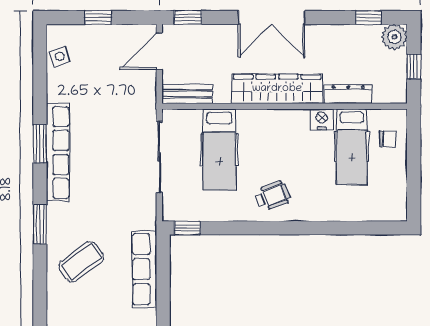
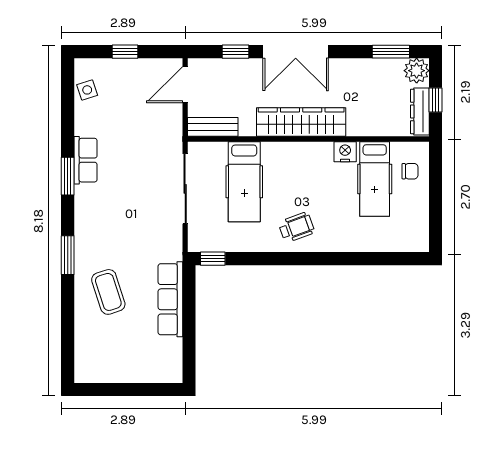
window: (188, 17) -> (235, 52), moved
window: (368, 17) -> (391, 52), width x1.50
dresser: (348, 94) -> (420, 111), moved, turned -90
row of seats: (58, 152) -> (86, 160), width x0.50
coffee table: (81, 262) -> (108, 292), turned -71

